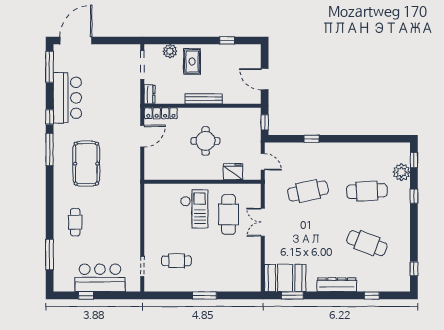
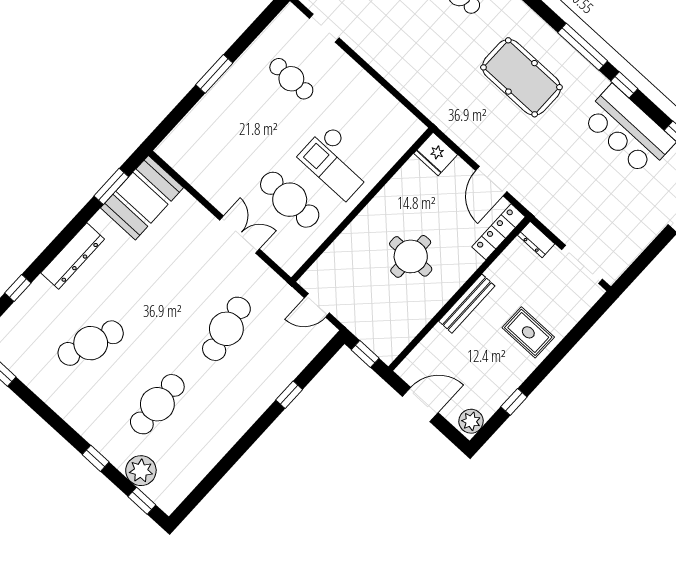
plant: (170, 51) -> (471, 421), moved
fridge: (233, 172) -> (436, 154), moved, turned 90
cafe table: (177, 261) -> (291, 79), turned 90

